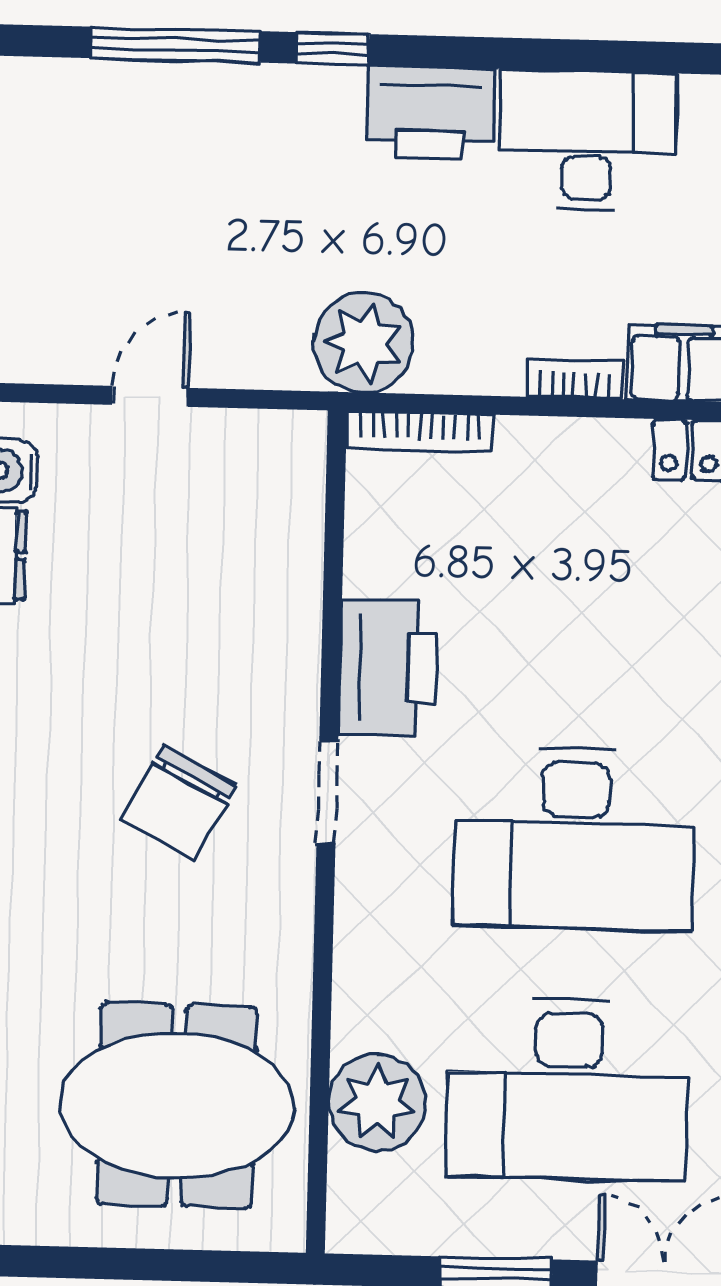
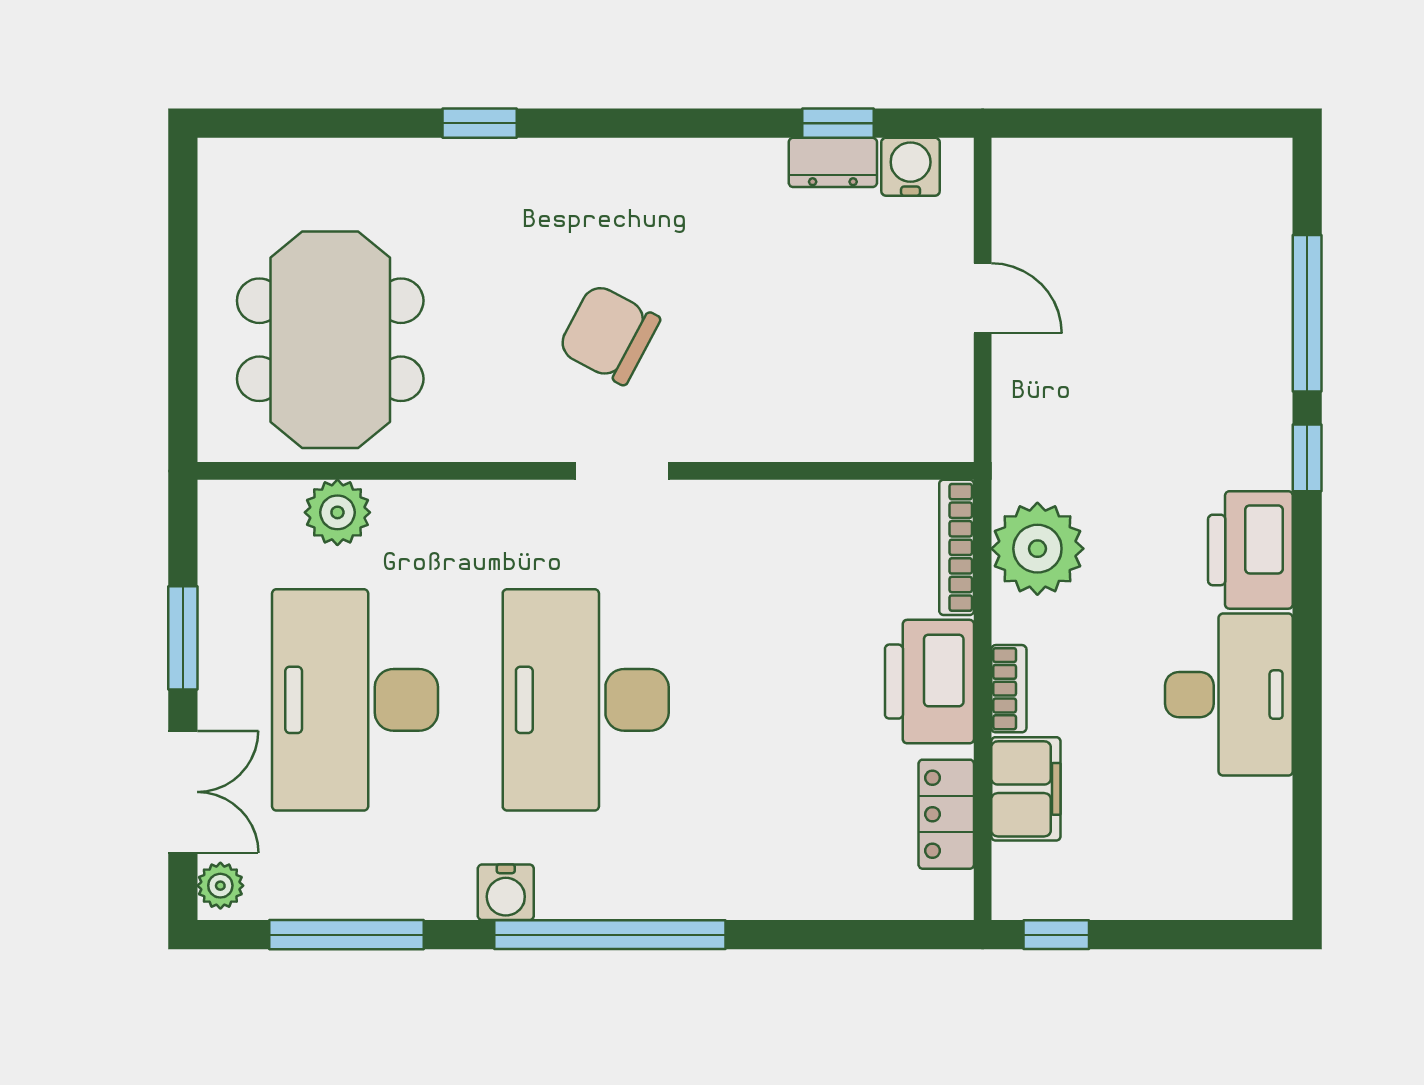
plant: (364, 342) -> (1037, 549), moved
printer: (388, 667) -> (929, 682), moved, turned 90
plant: (377, 1103) -> (337, 512), width x0.73, depth x0.73

